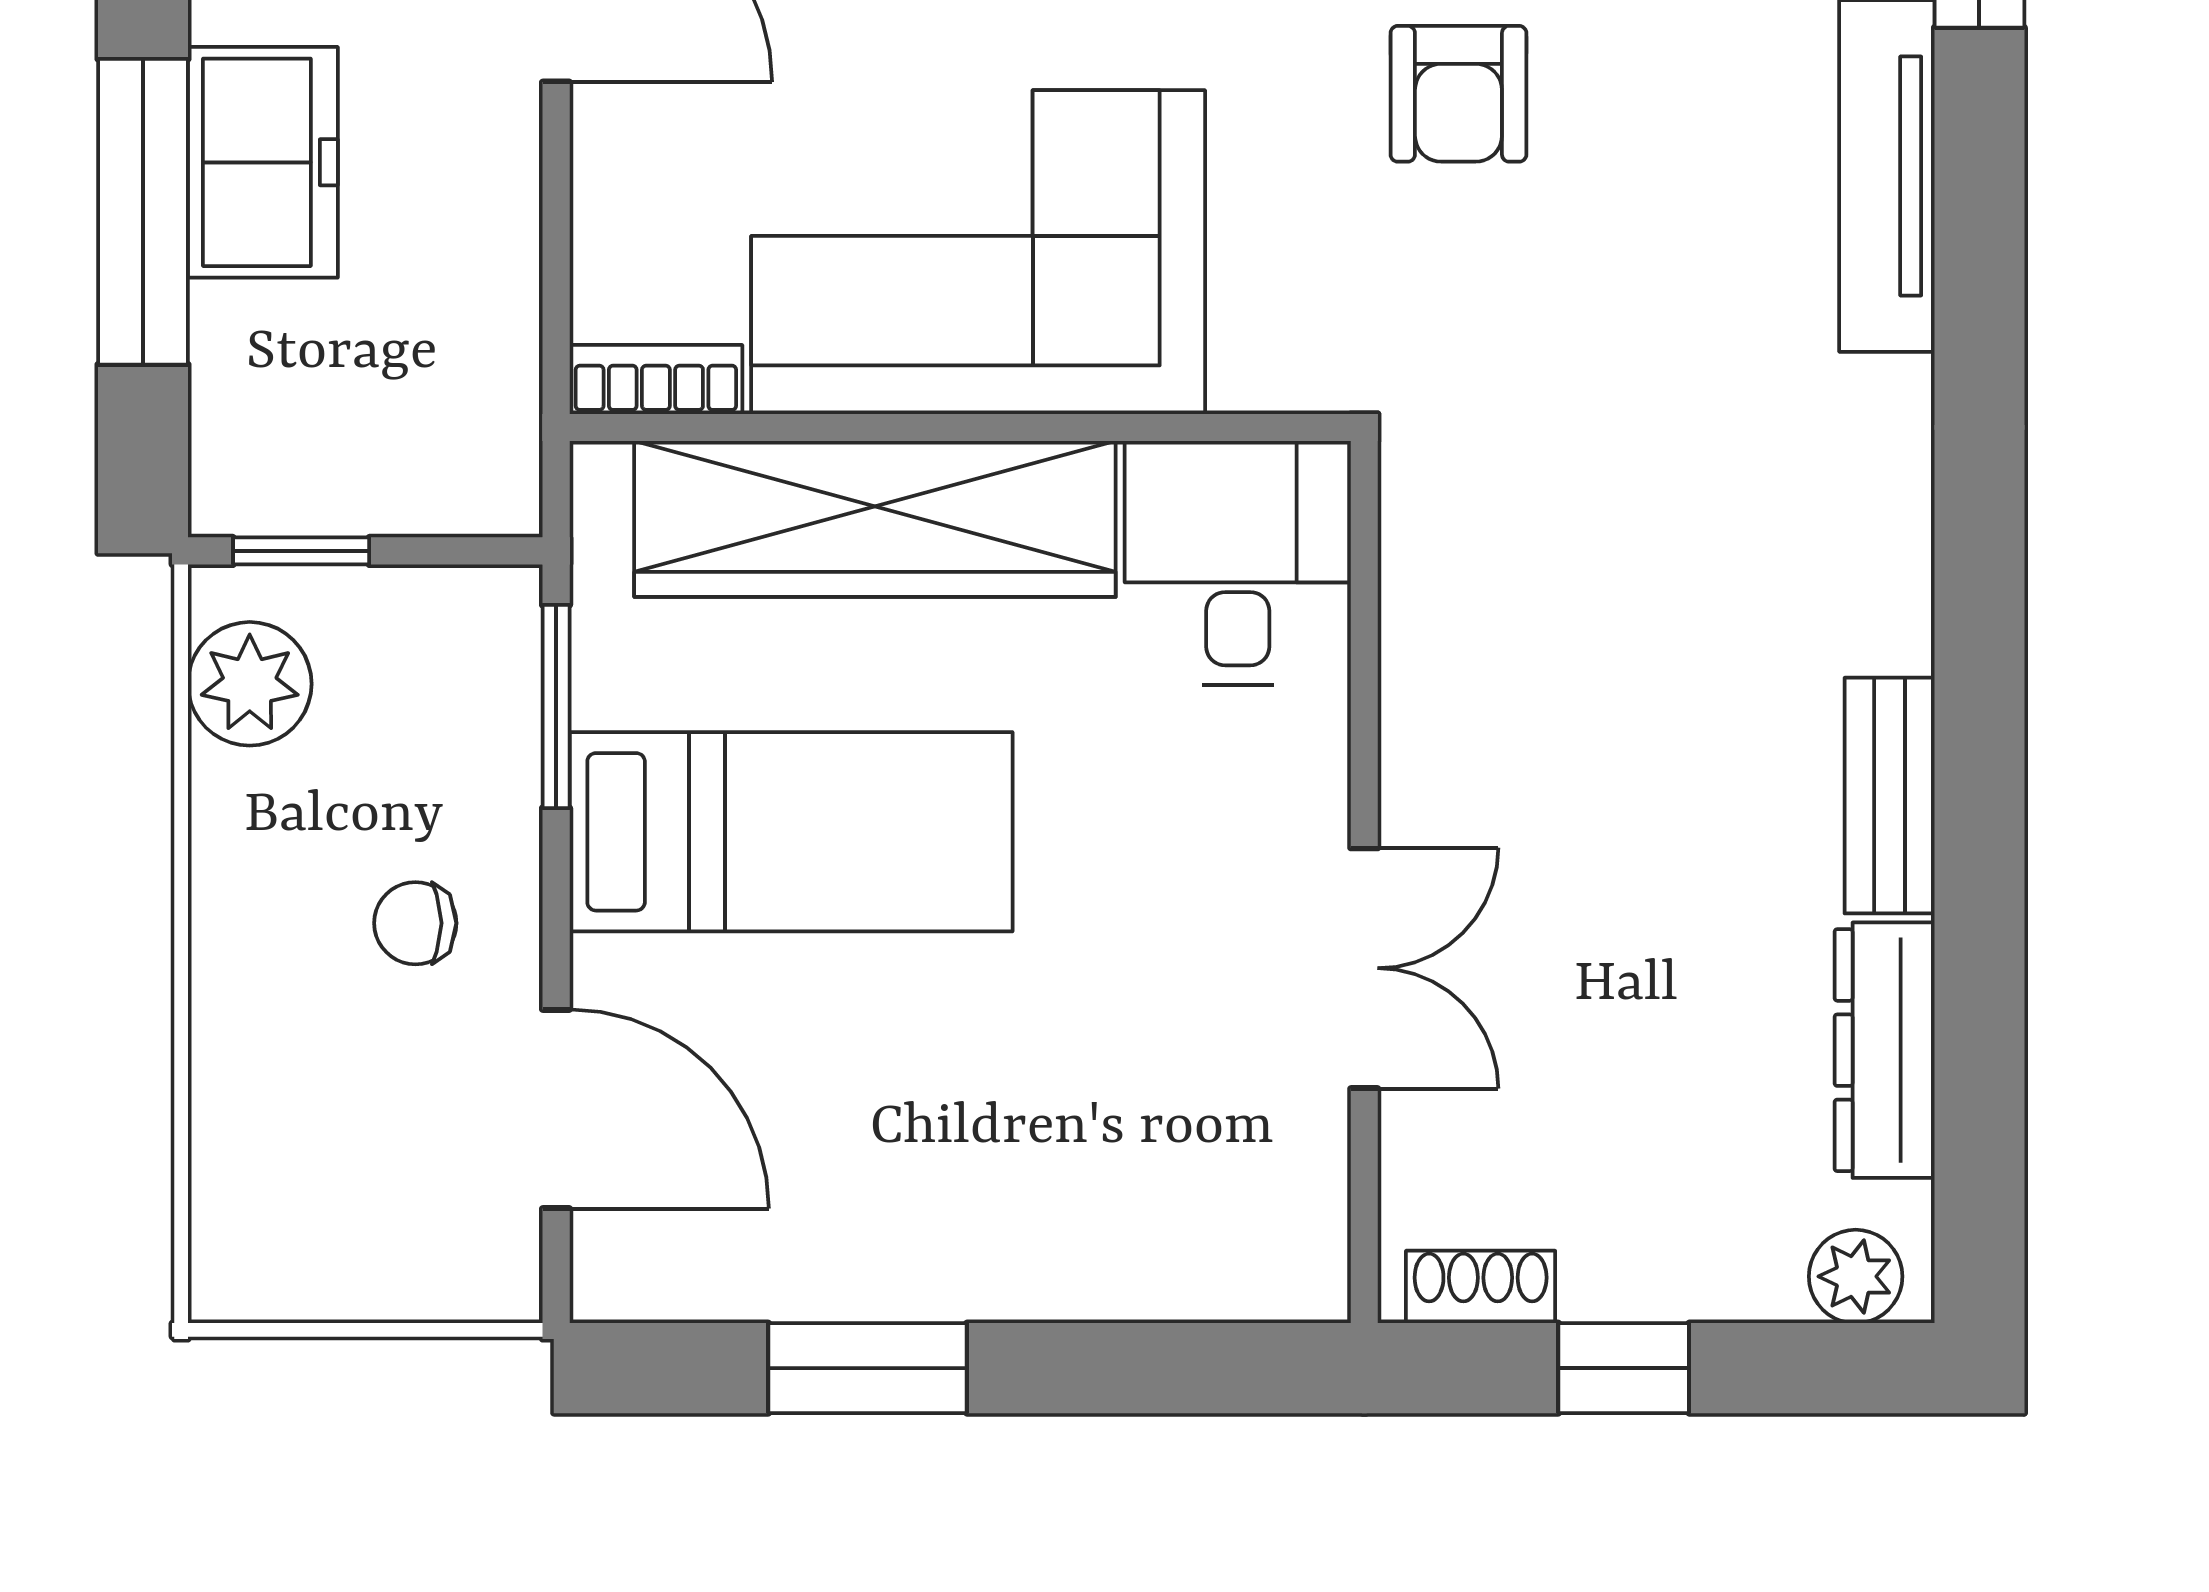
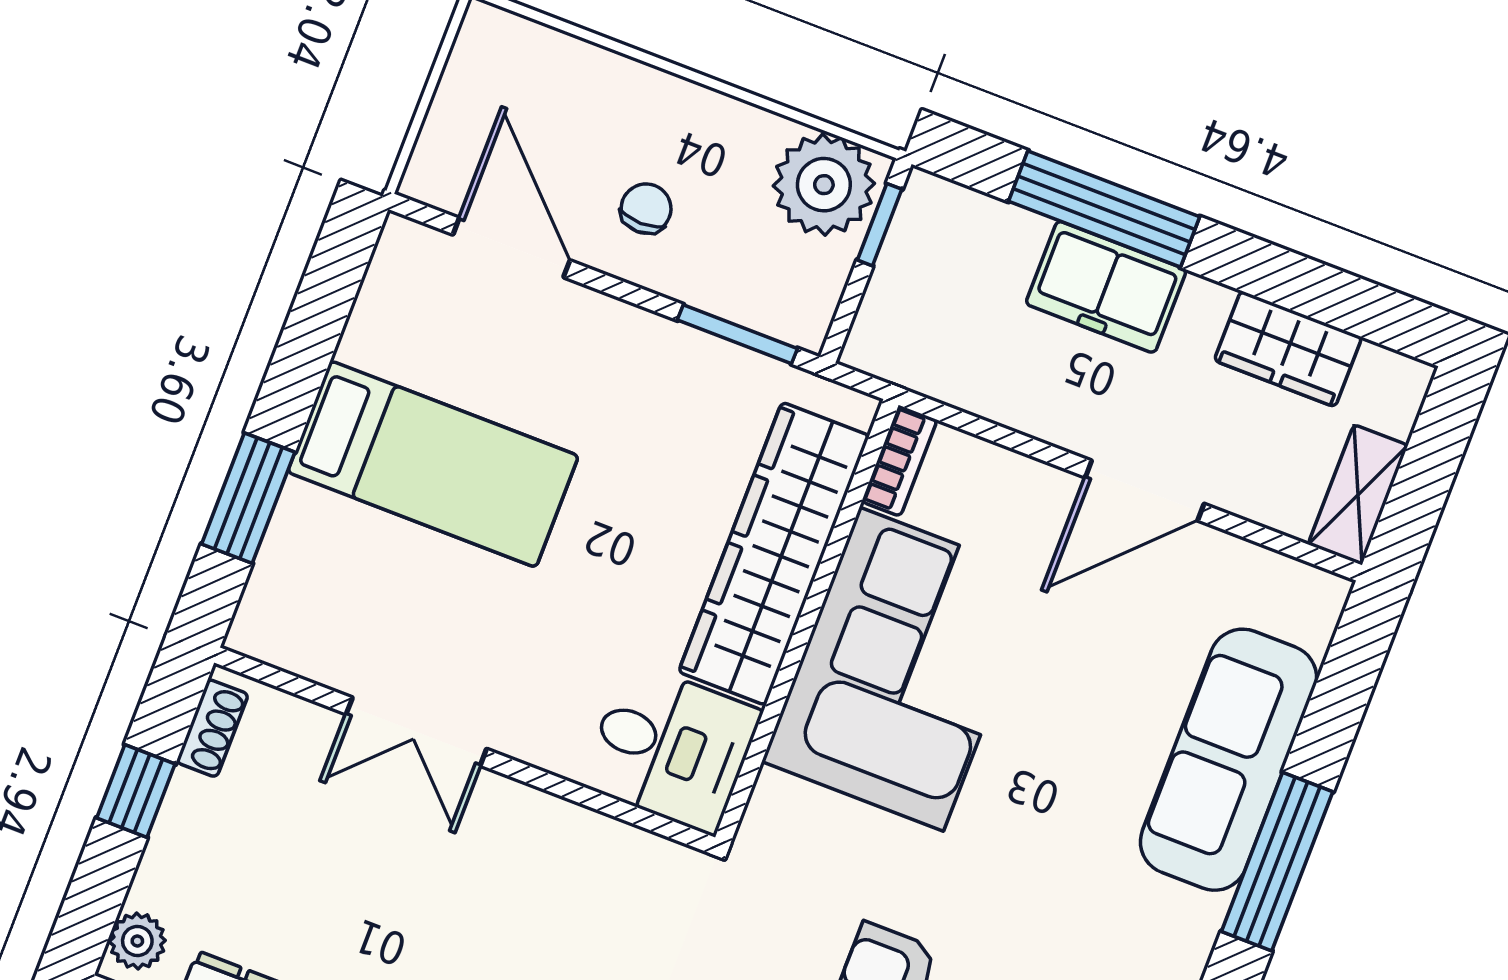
plant: (250, 684) -> (824, 185), width x1.36, depth x1.36
bed: (791, 832) -> (433, 464), moved, turned -90
door: (556, 1109) -> (511, 248), swing flipped
window: (868, 1368) -> (248, 498), moved

